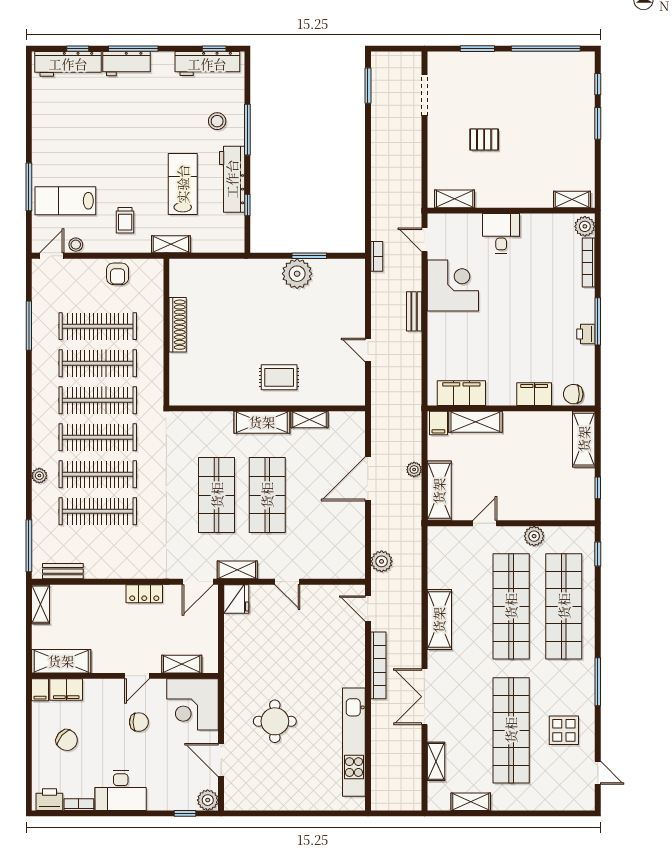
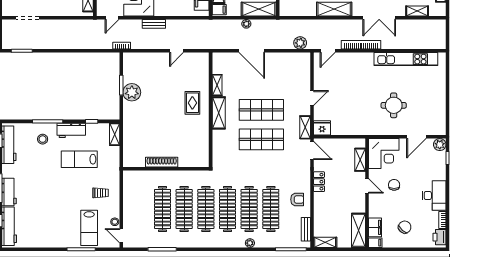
workbench: (232, 179) -> (71, 130), width x0.73
shelving: (171, 244) -> (115, 134), moved
armchair: (118, 274) -> (297, 199), moved

